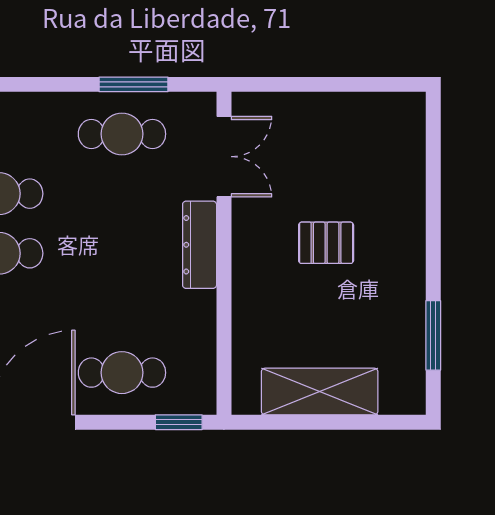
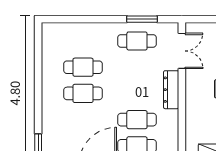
cafe table: (122, 313) -> (137, 120), added

